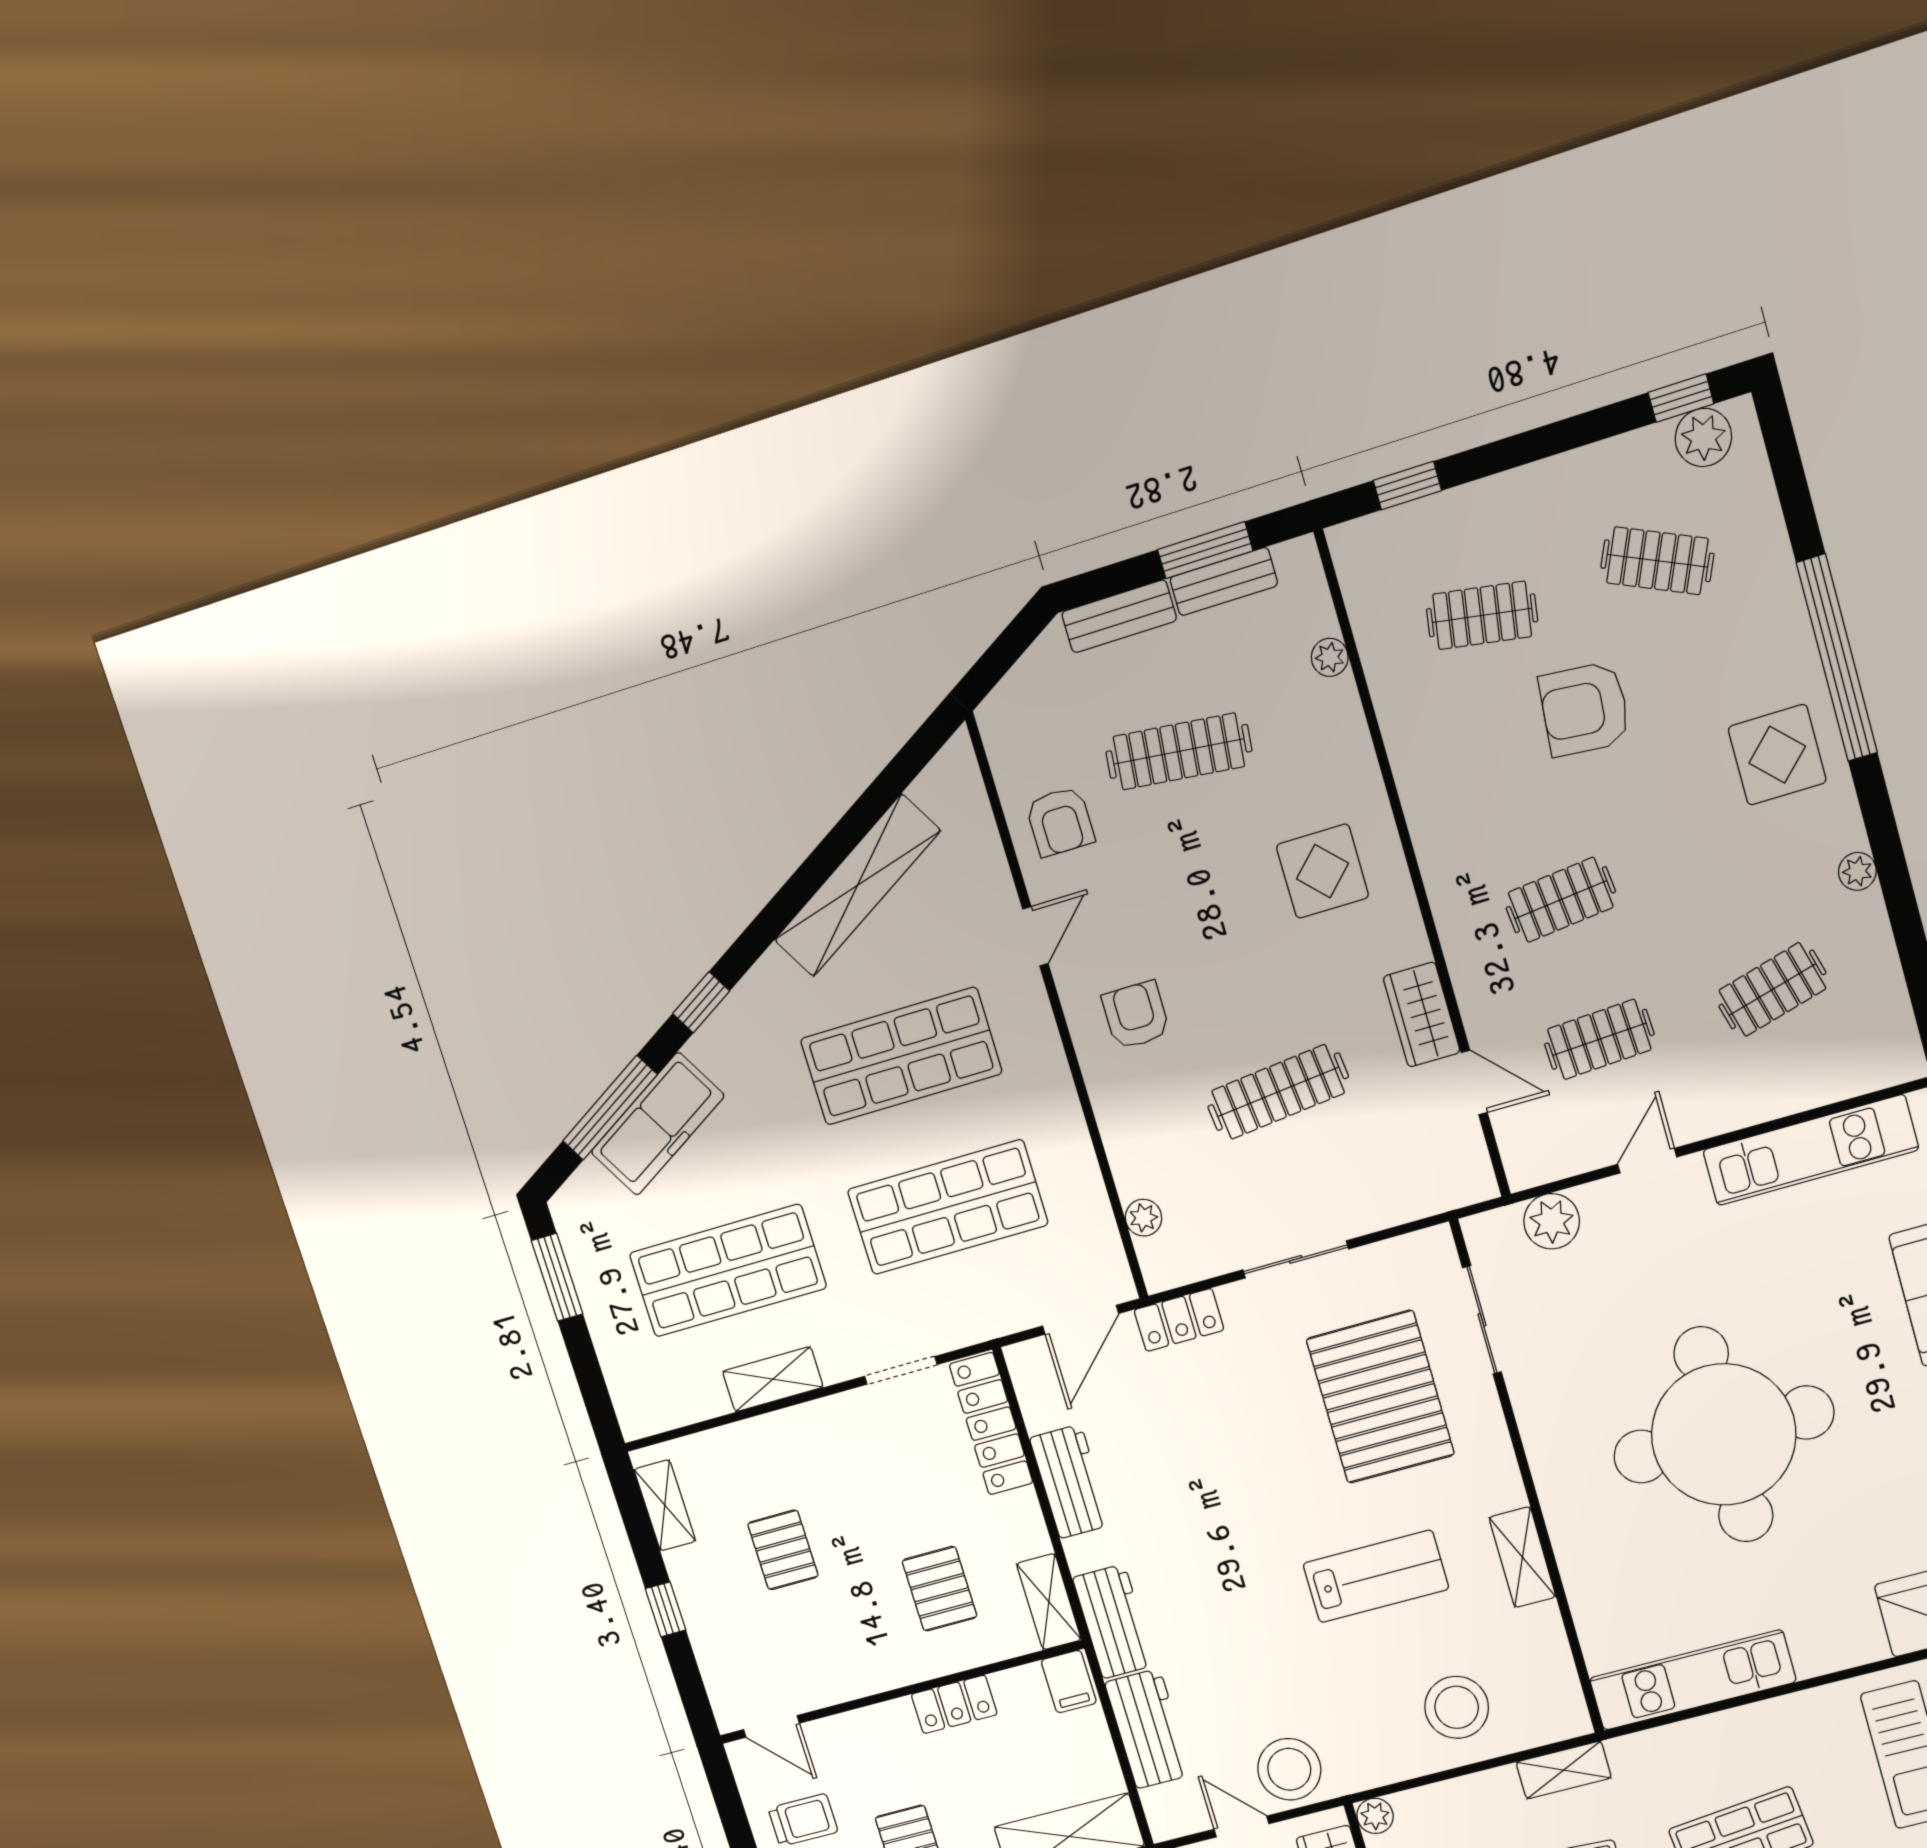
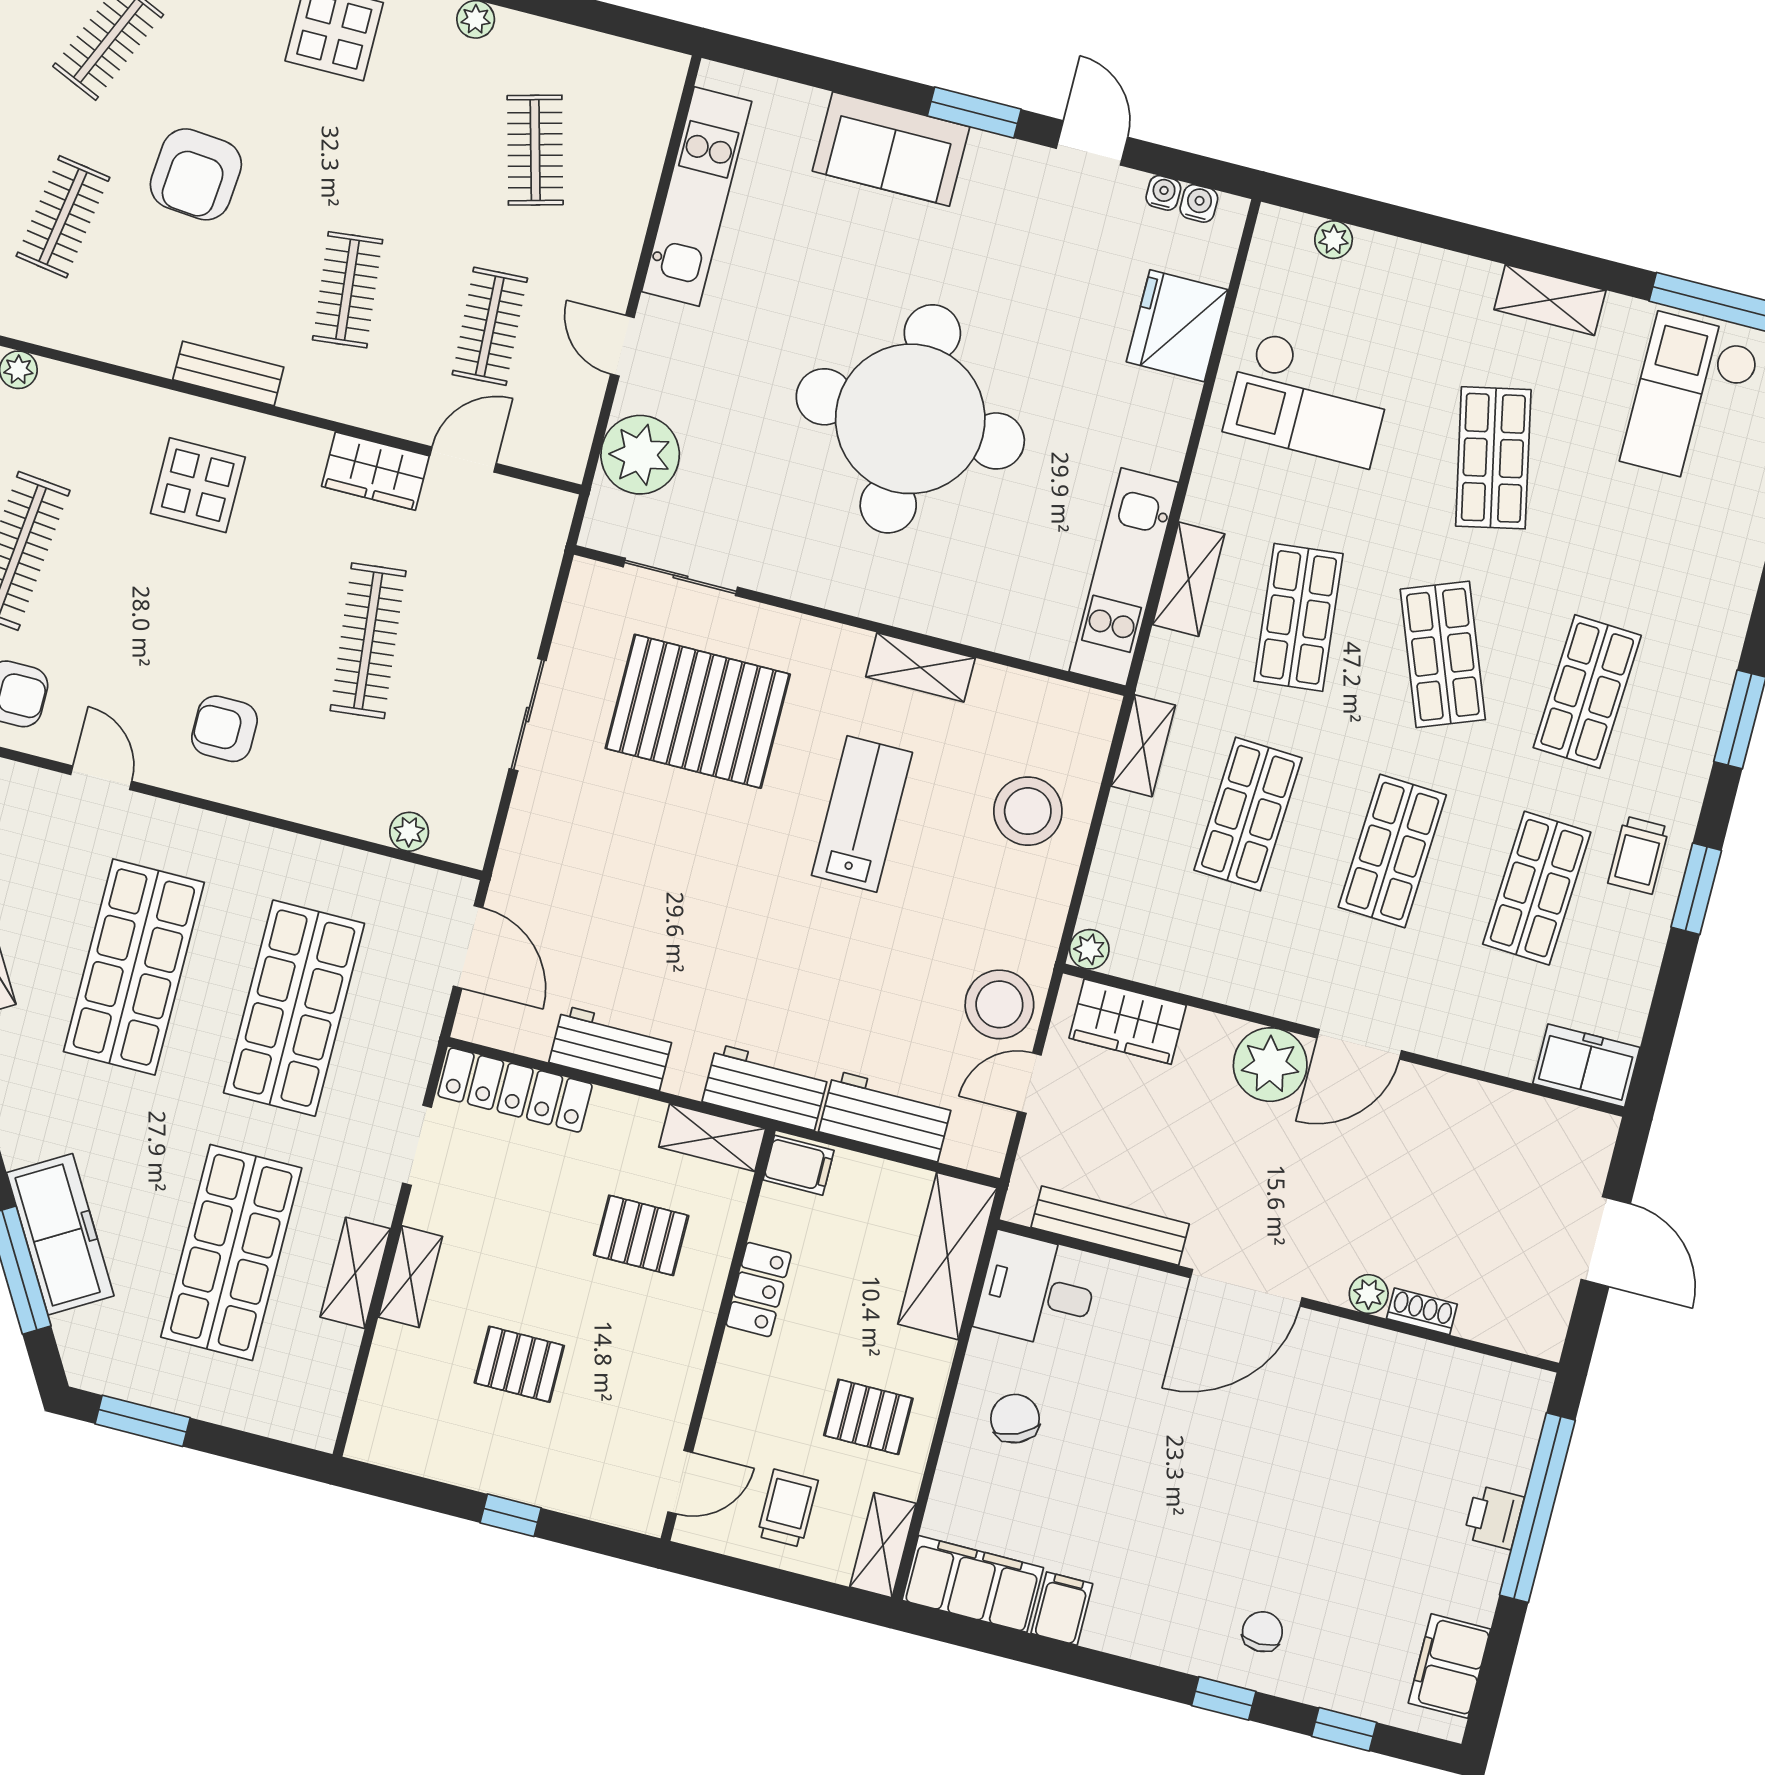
bench: (1431, 840) -> (228, 373), added
plant: (1552, 1221) -> (640, 455), width x1.36, depth x1.36
locker: (1179, 1320) -> (521, 855), removed
shelving: (665, 1505) -> (410, 1277), moved, turned 90
shelving: (1721, 1733) -> (1189, 579), added

